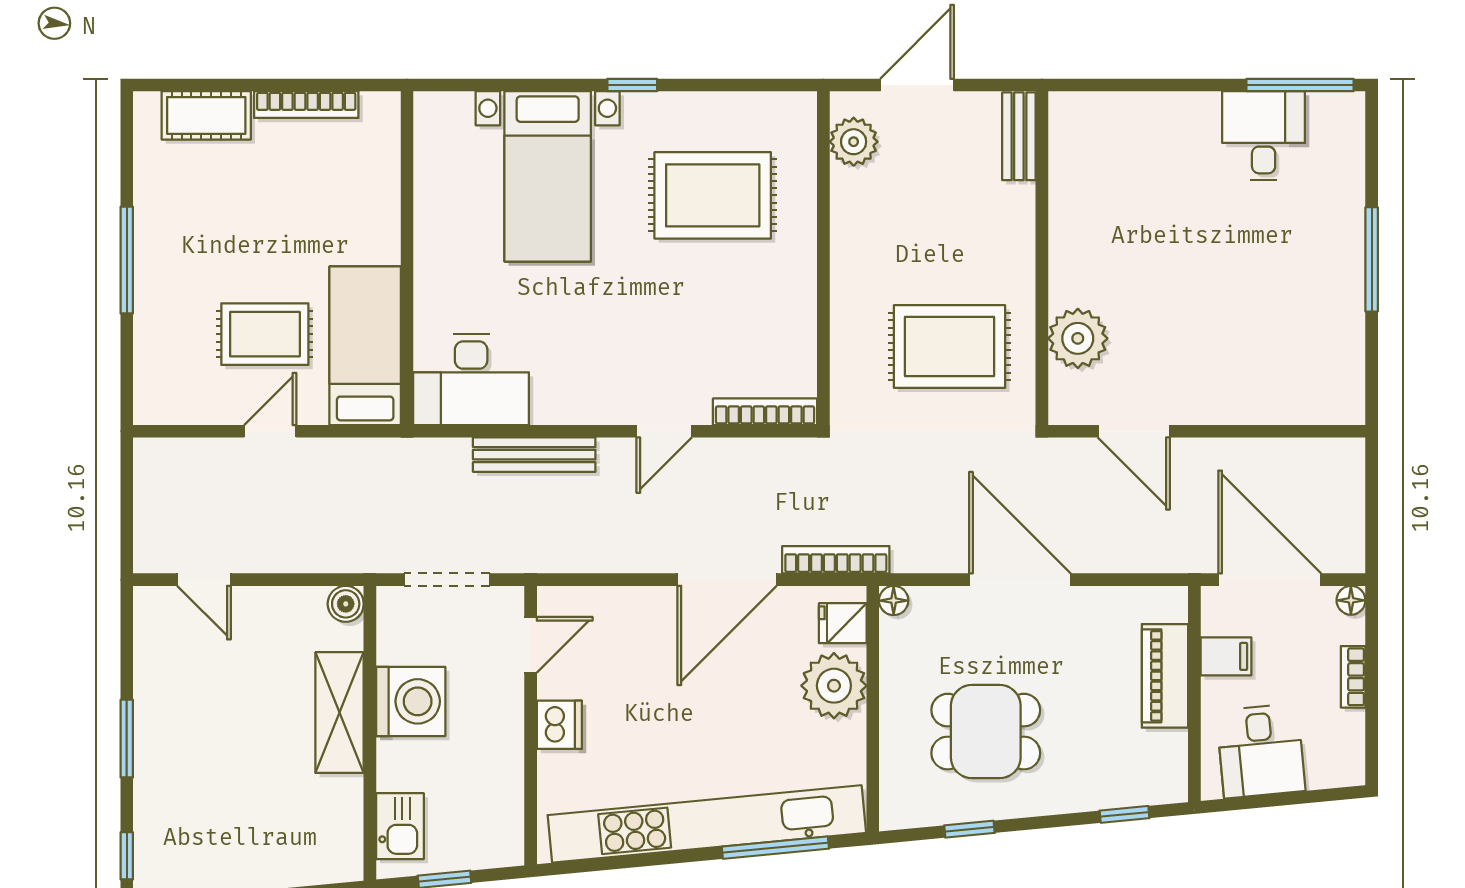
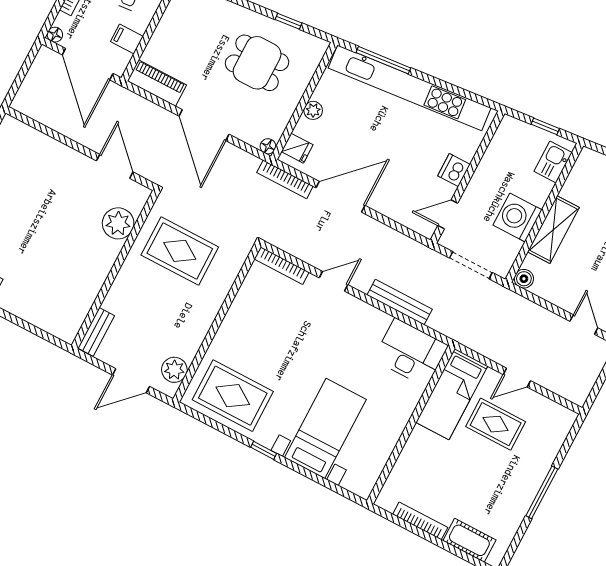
rug: (713, 195) -> (233, 396), moved
piano: (1165, 676) -> (157, 83), moved, turned -90
plant: (834, 686) -> (313, 110), width x0.53, depth x0.53

